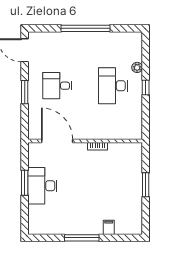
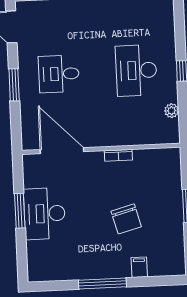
plant: (137, 67) -> (172, 111), moved
chair: (101, 192) -> (126, 219), added

